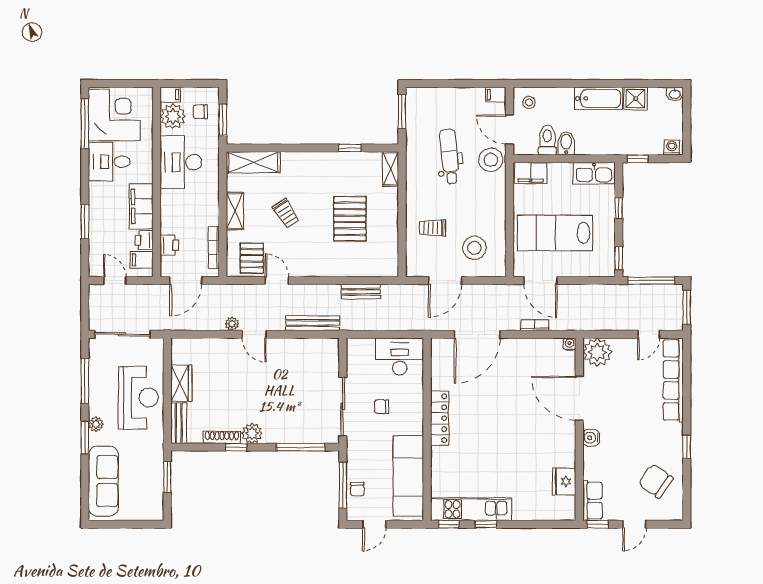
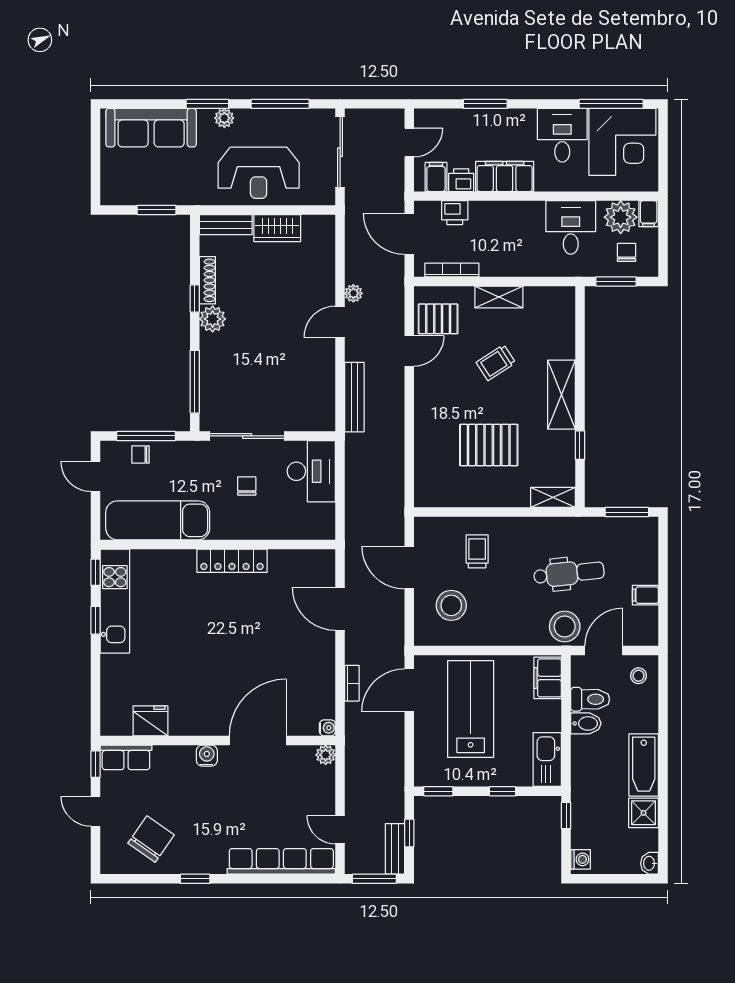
filing cabinet: (496, 95) -> (645, 595), moved, turned -90
desk: (181, 162) -> (571, 227), width x0.73
shelving: (253, 162) -> (561, 395), moved
window: (651, 281) -> (409, 833), width x0.46
bench: (361, 292) -> (395, 849), moved
door: (477, 334) -> (340, 609), width x0.73
plant: (597, 352) -> (326, 755), width x0.53, depth x0.53
desk: (400, 357) -> (311, 471), moved

